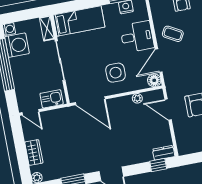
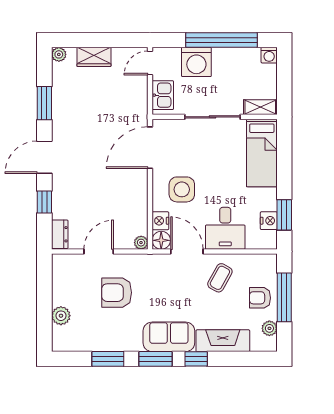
washing machine: (17, 45) -> (196, 62), moved
nightstand: (141, 84) -> (160, 221), added
plant: (137, 98) -> (141, 243), moved
door: (168, 110) -> (99, 252), moved
window: (158, 165) -> (44, 202), moved

